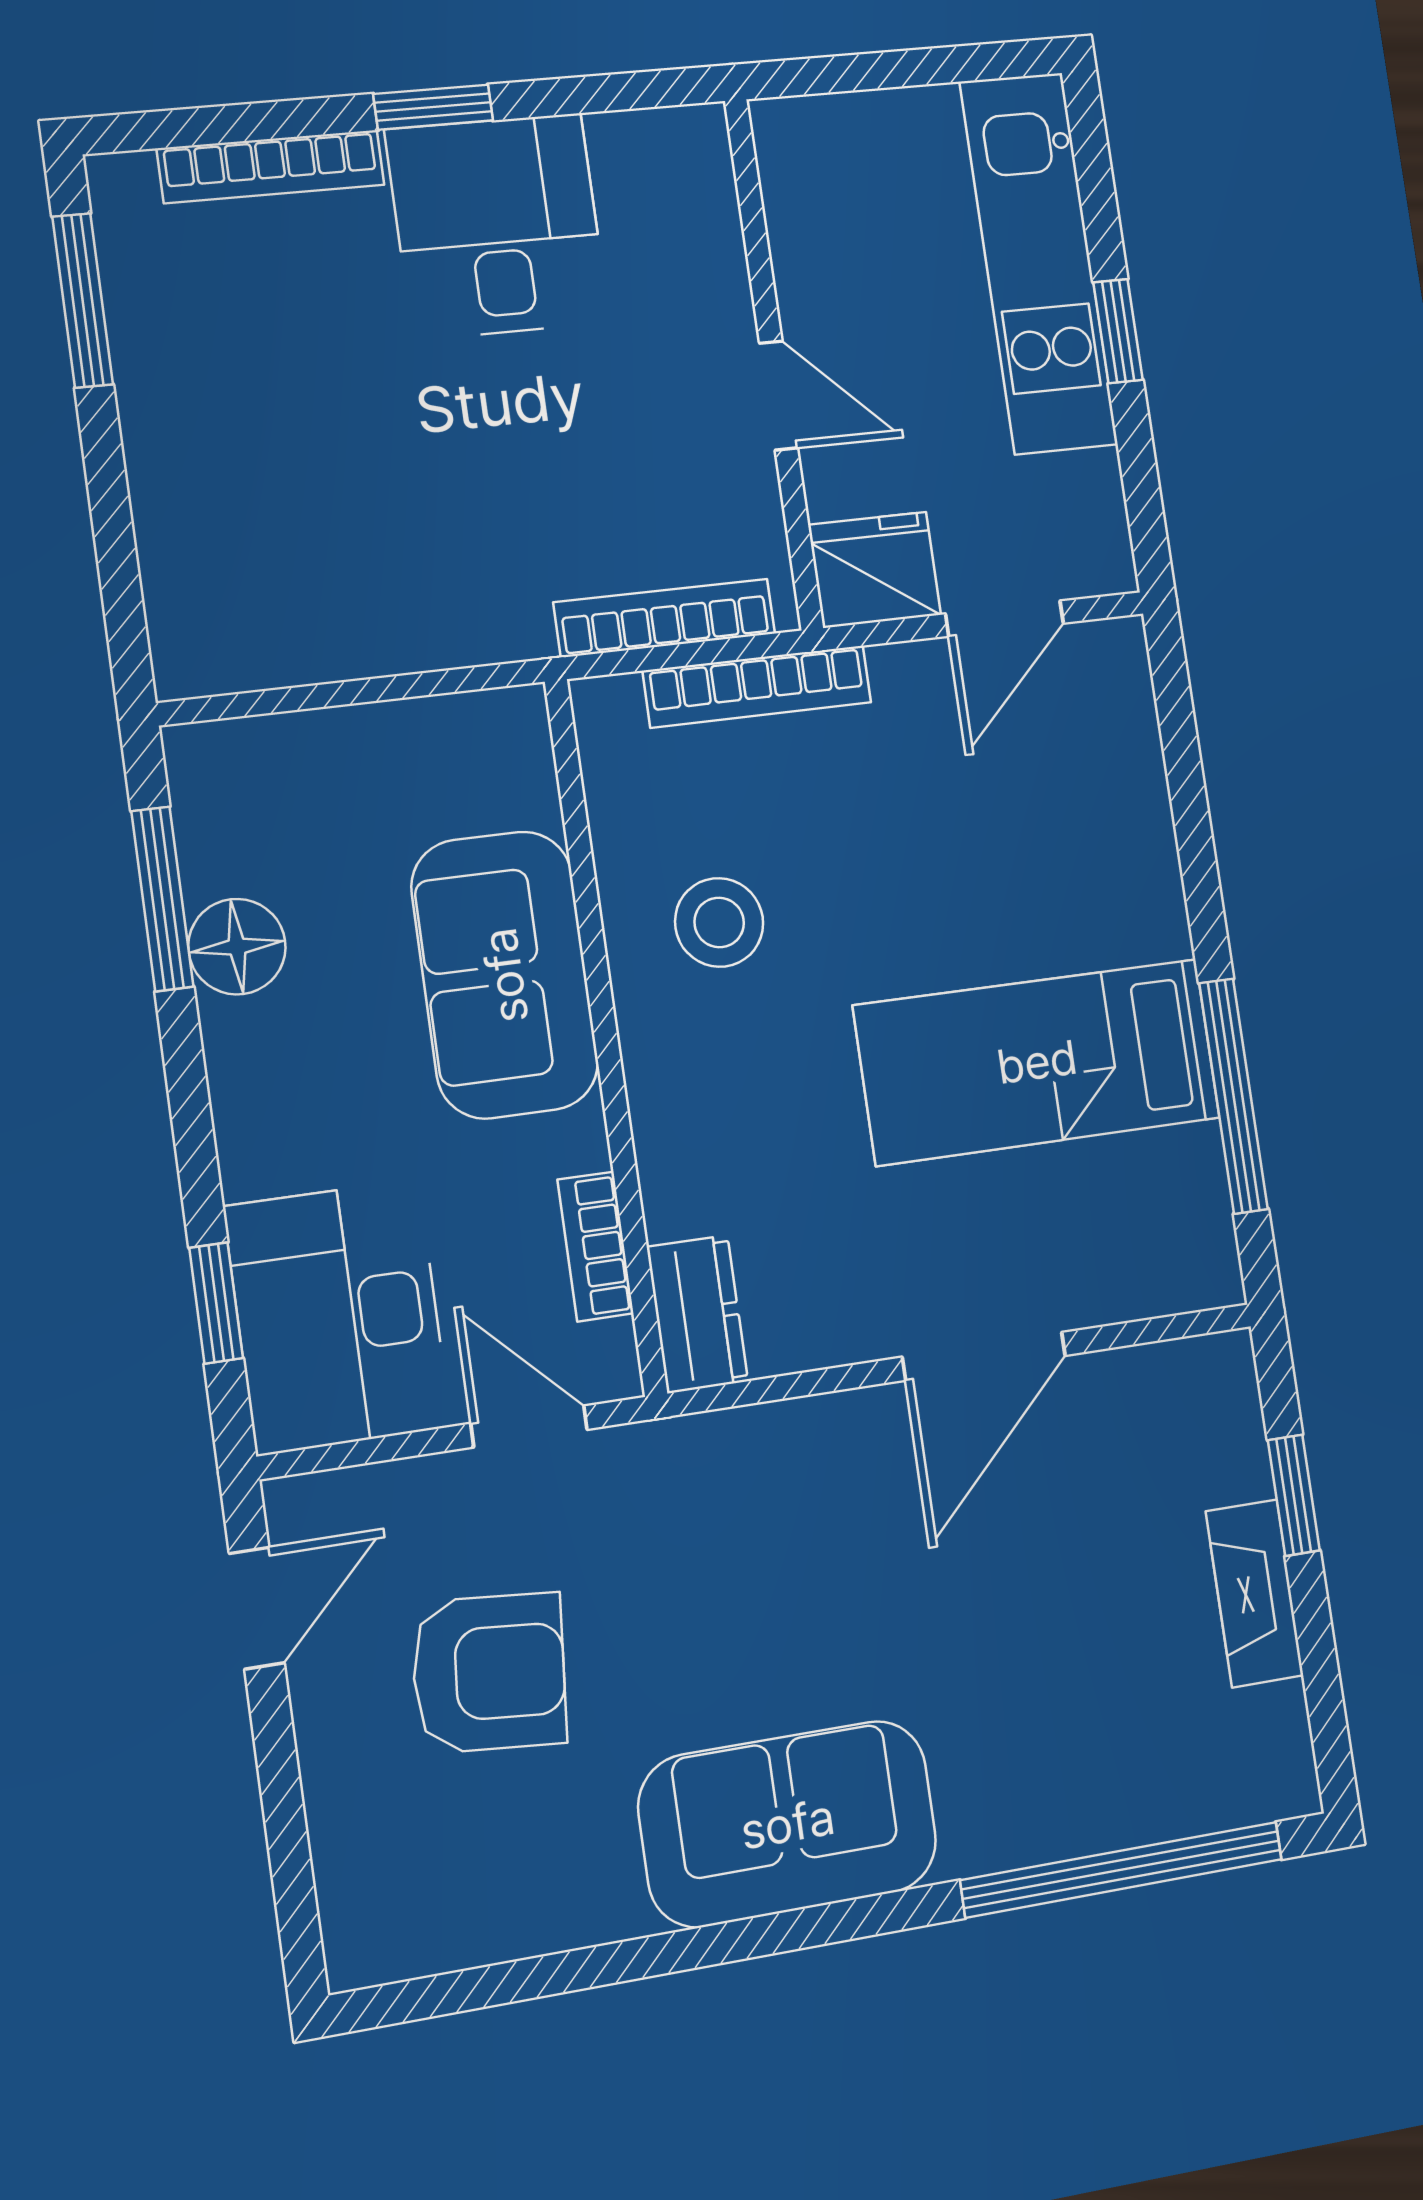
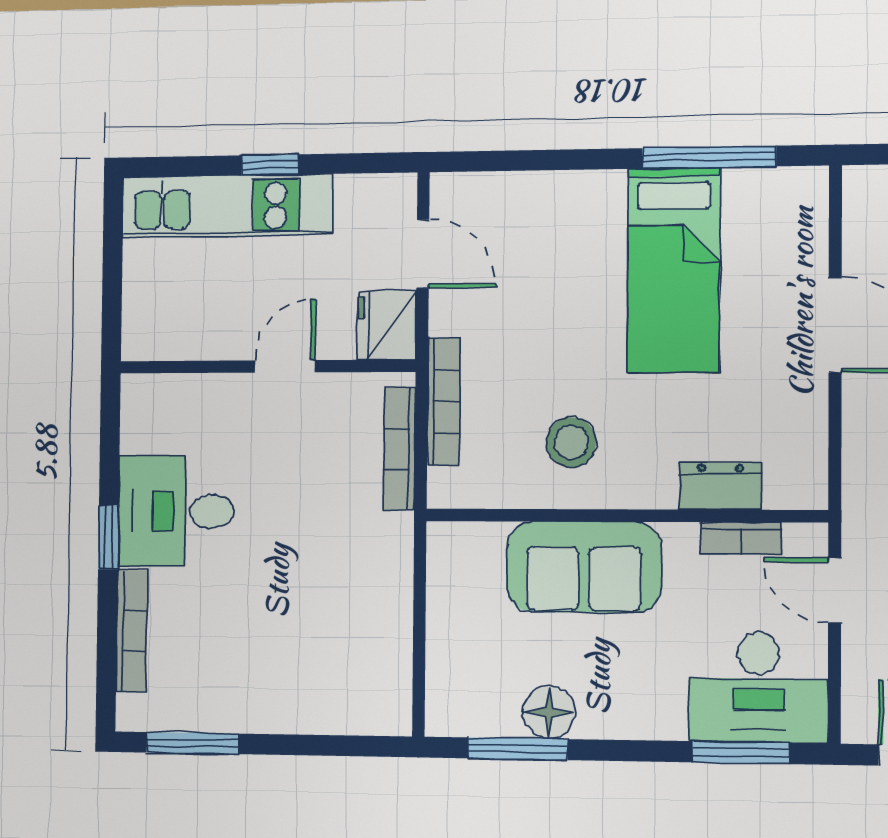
window: (216, 1303) -> (741, 753), width x1.50
dresser: (697, 1314) -> (720, 486), moved
door: (529, 1426) -> (835, 590), hinge flipped

